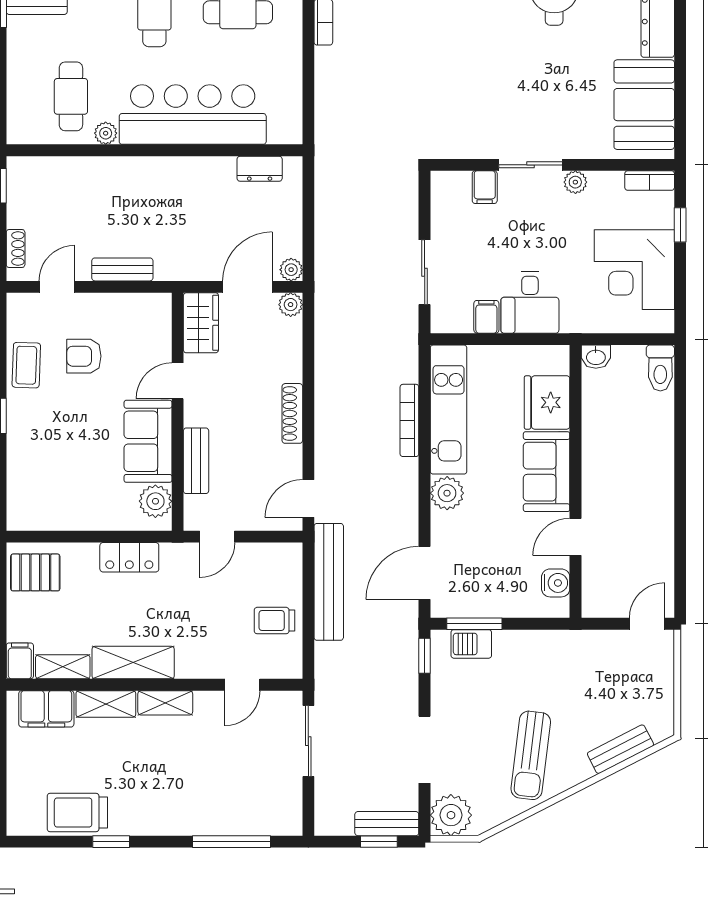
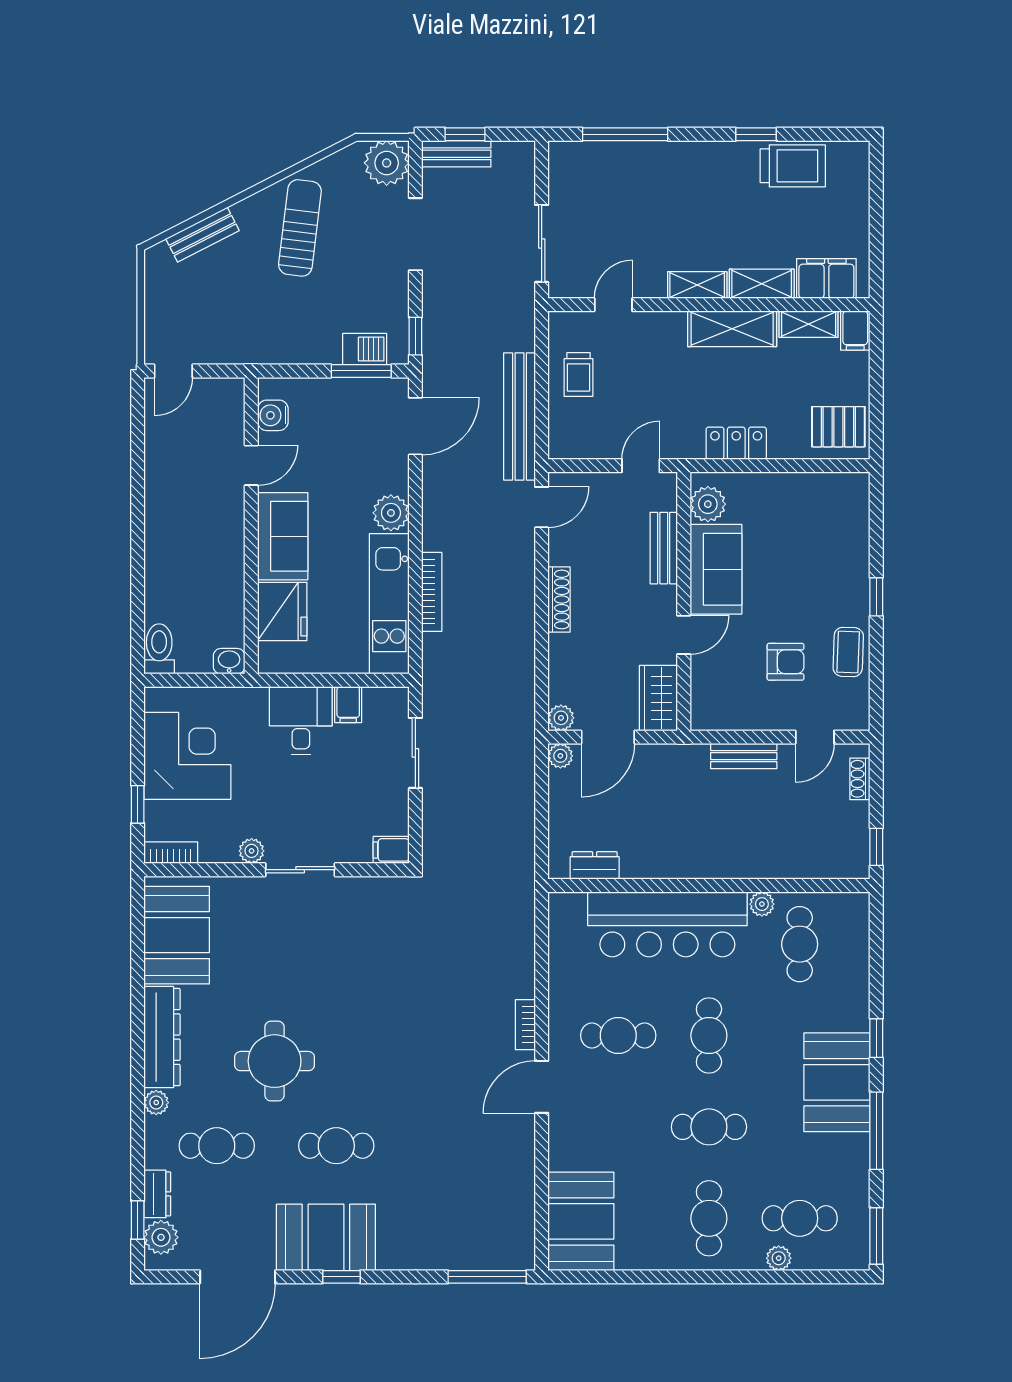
filing cabinet: (485, 187) -> (391, 850), moved, turned -90
trolley: (274, 621) -> (579, 374), turned 90

